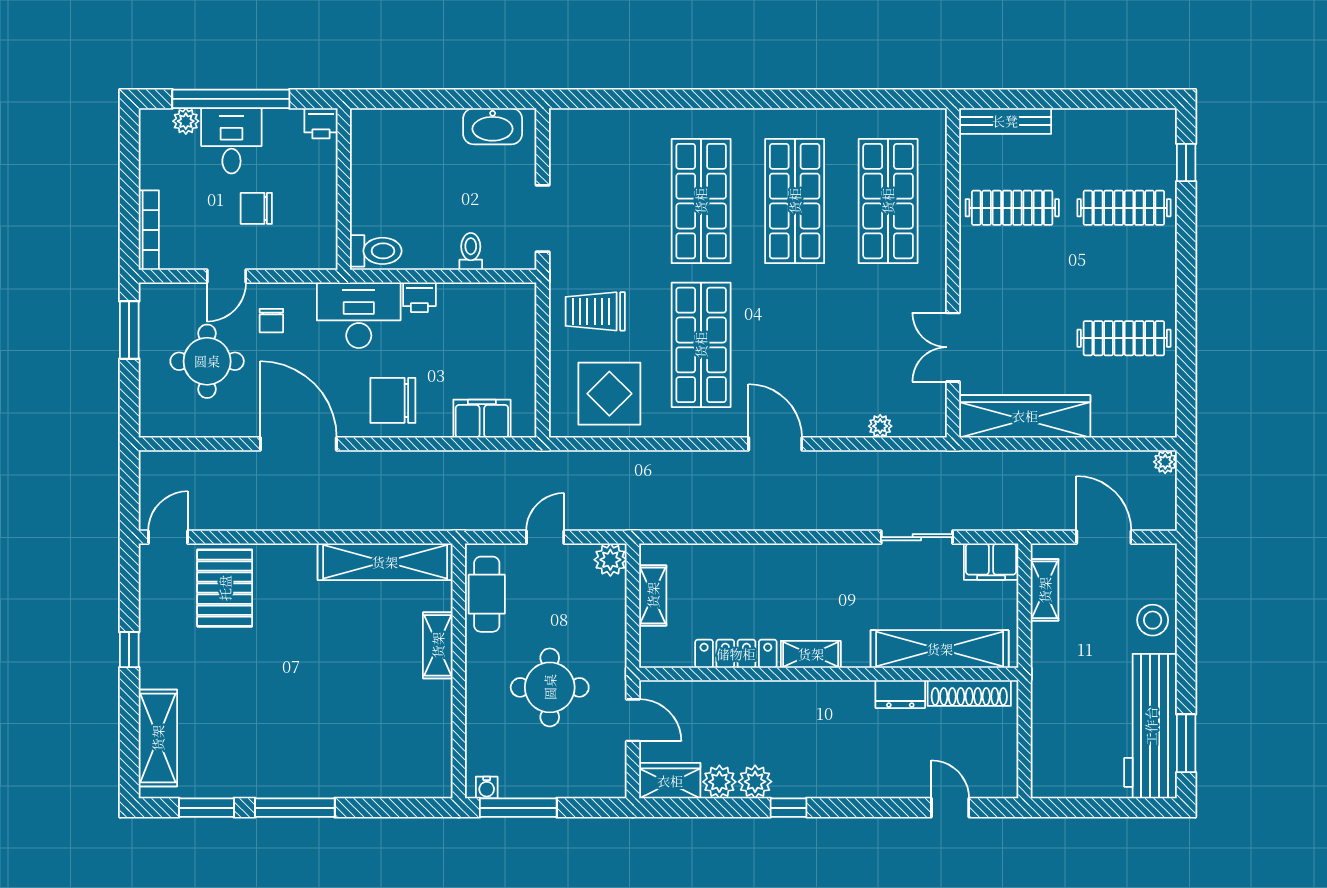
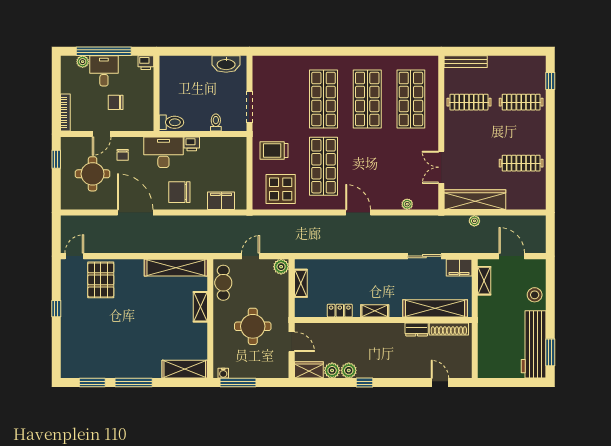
window: (129, 330) -> (56, 159), width x0.67
plant: (1165, 462) -> (474, 221), moved
locker: (736, 654) -> (340, 311), width x0.66
shelving: (158, 738) -> (185, 369), moved, turned 90

